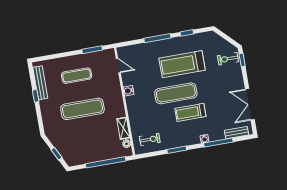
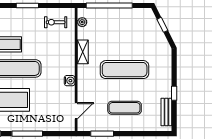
door: (118, 66) -> (76, 111), swing flipped
bench: (40, 83) -> (166, 112), width x0.73
shelving: (123, 128) -> (83, 52), moved

